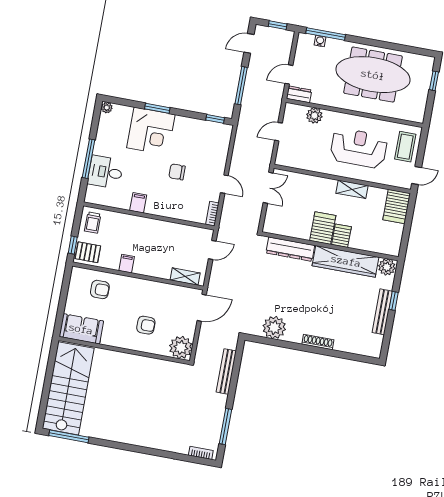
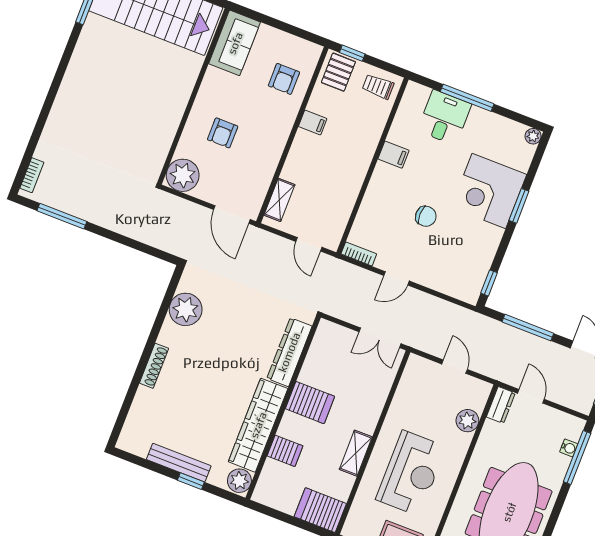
chair: (177, 172) -> (426, 216), turned 90
server rack: (341, 236) -> (285, 451), moved
bench: (226, 371) -> (138, 232), removed

